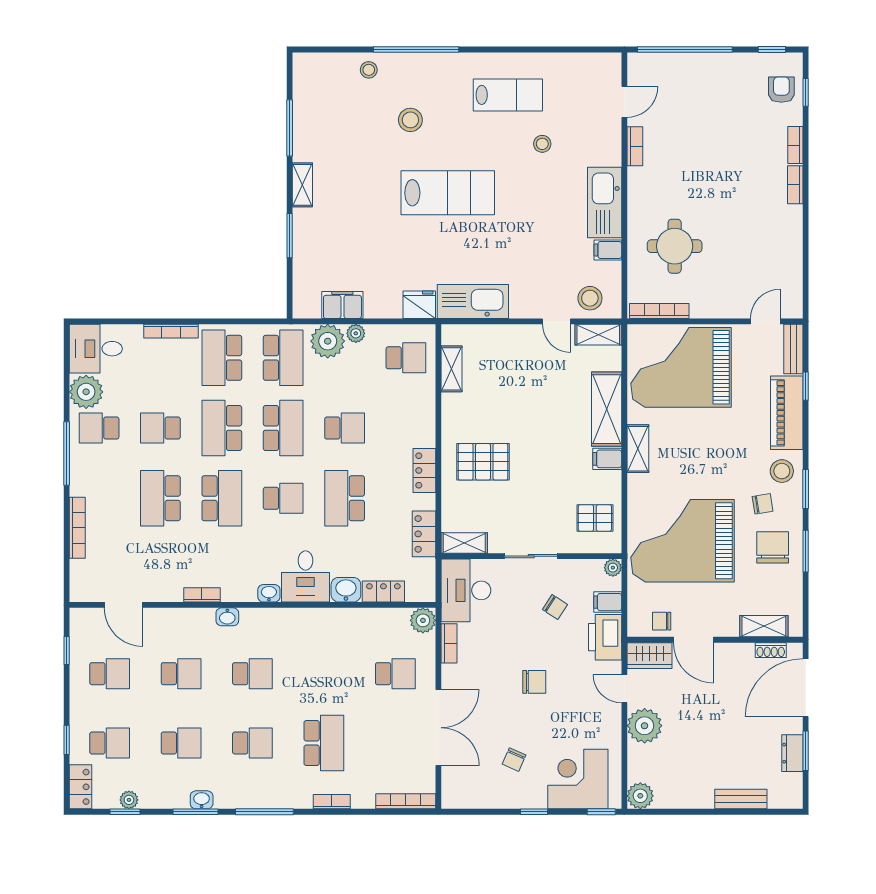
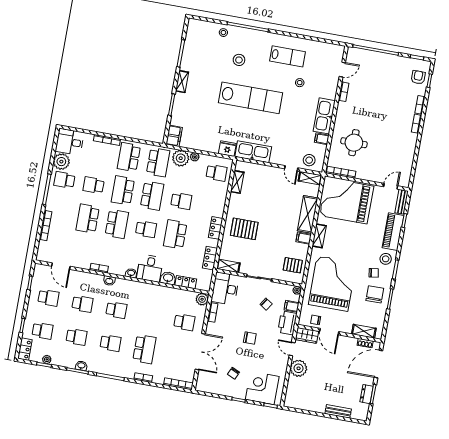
lab bench: (448, 193) -> (250, 98), width x1.36
filing cabinet: (342, 305) -> (174, 136), moved, turned 90
grand piano: (682, 541) -> (332, 284), turned 90
plant: (640, 796) -> (290, 401), removed

